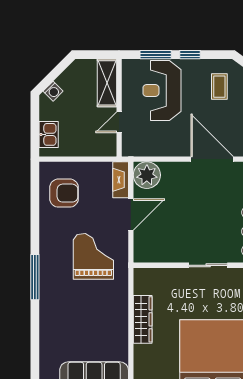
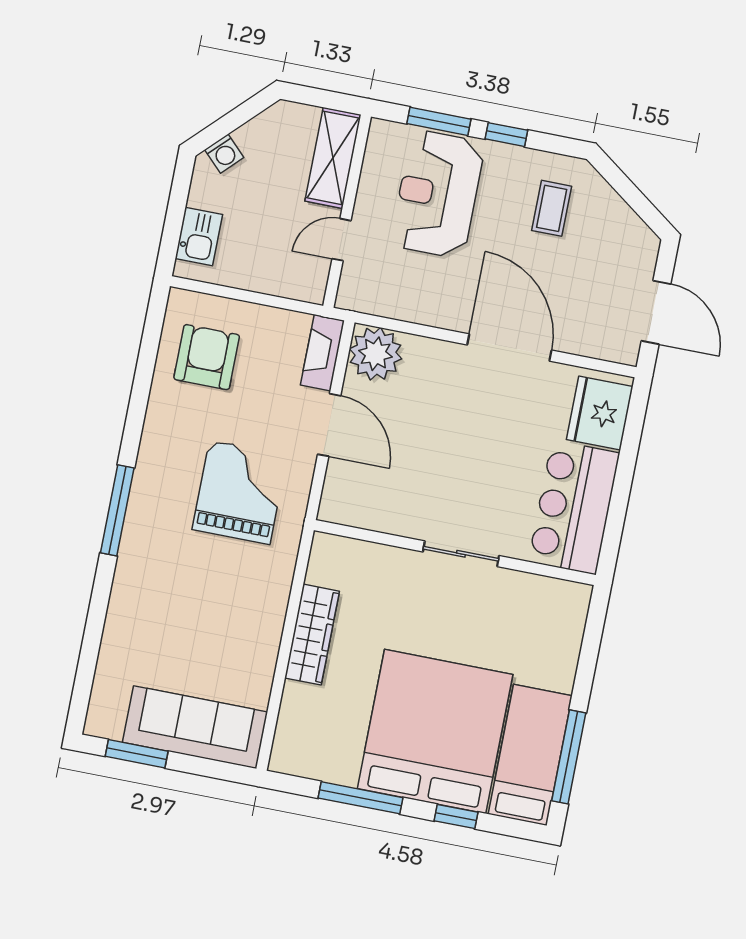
armchair: (64, 193) -> (207, 357), turned -90
door: (131, 215) -> (329, 425), hinge flipped

